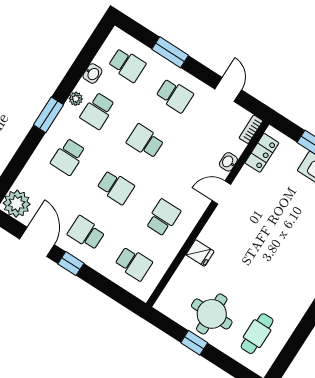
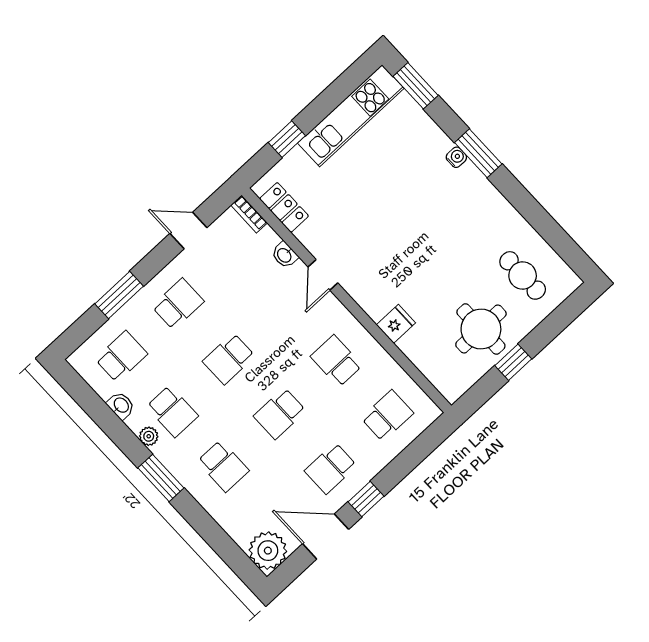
school desk: (116, 187) -> (280, 413), turned 180

